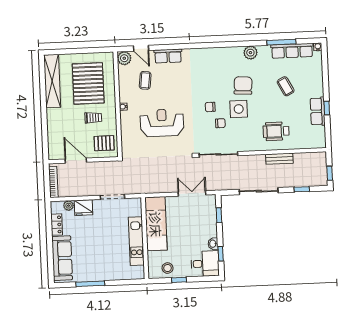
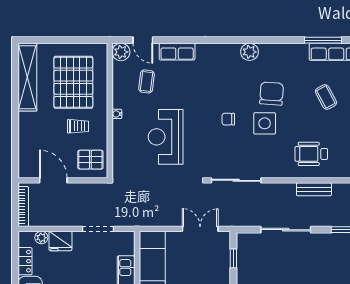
plant: (250, 53) -> (249, 52), moved
reception desk: (162, 123) -> (166, 137), turned -90
chair: (220, 123) -> (240, 141), removed

